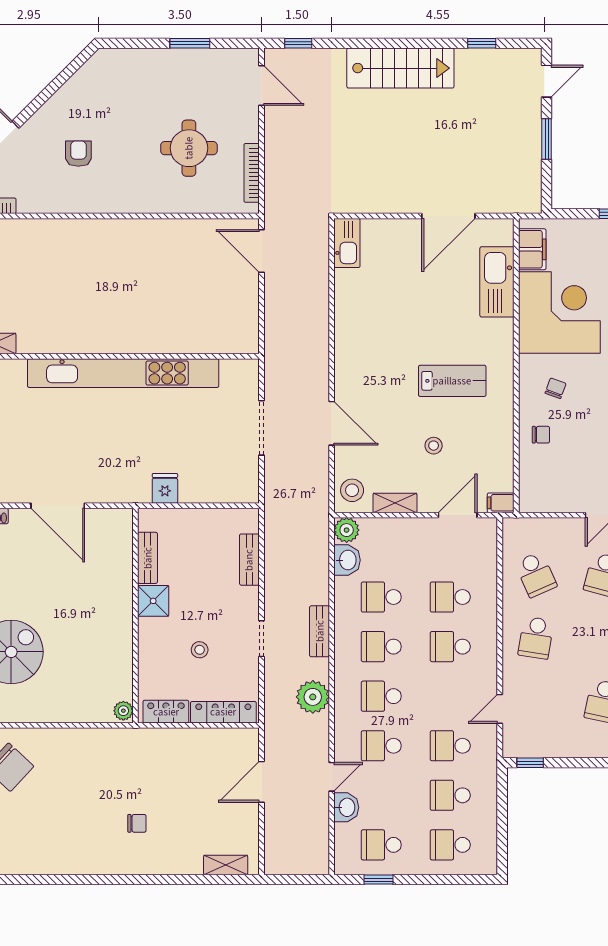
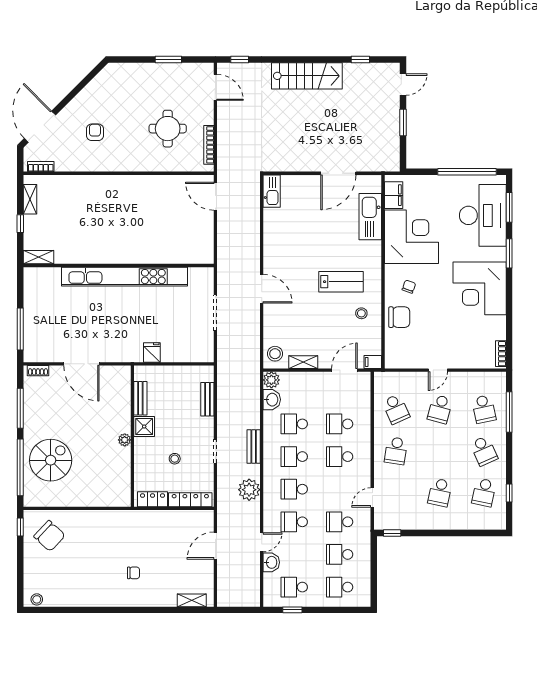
door: (332, 423) -> (262, 289), moved
chair: (541, 435) -> (399, 317), width x1.87, depth x1.87
stool: (434, 446) -> (361, 313), moved
plant: (123, 711) -> (125, 440), moved

